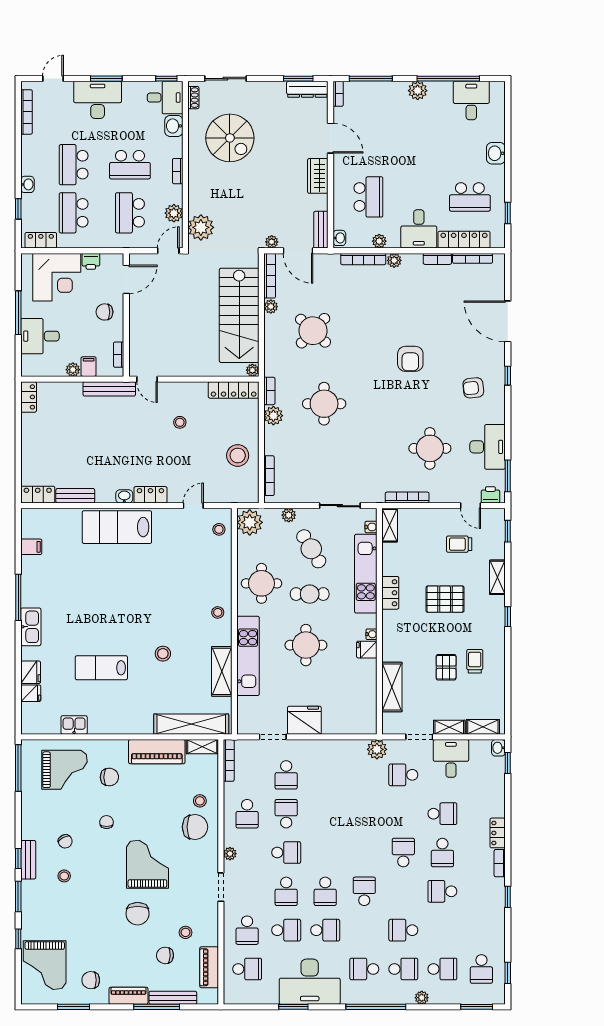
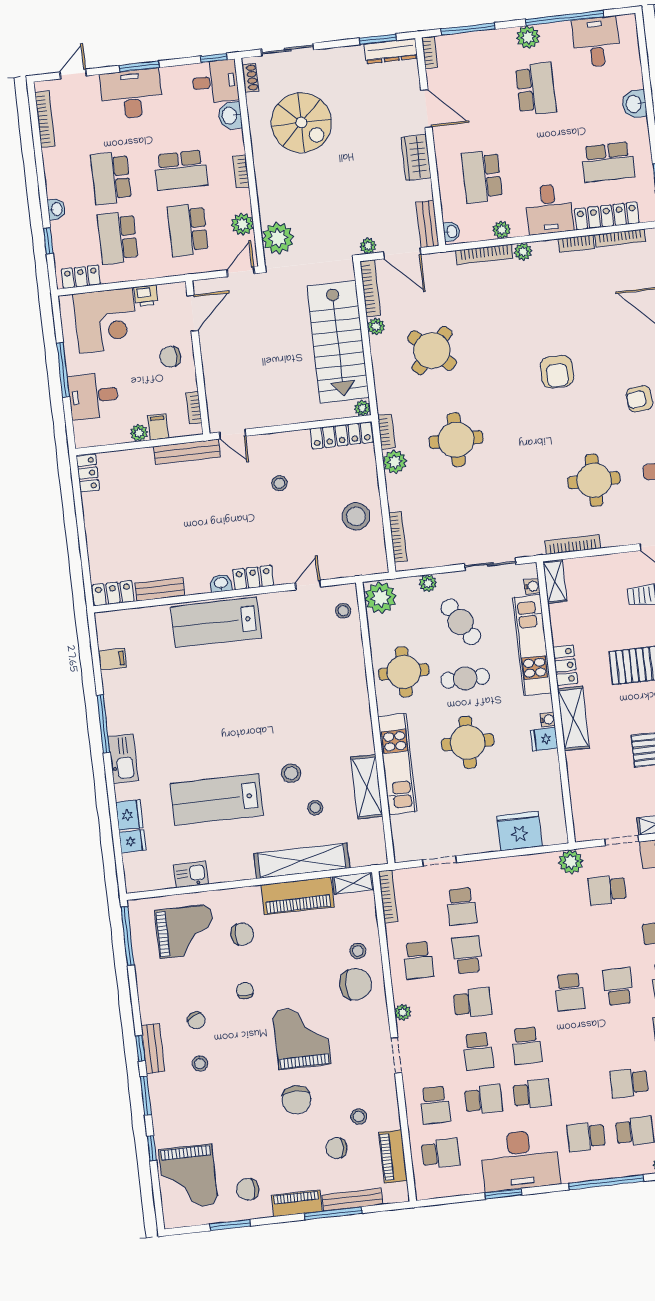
school desk: (419, 132) -> (536, 89), added
school desk: (368, 197) -> (482, 176), turned 180
stool: (218, 612) -> (315, 808), moved
lab bench: (101, 668) -> (217, 799), width x1.36, depth x1.39
shelving: (392, 687) -> (573, 718), moved
fridge: (304, 720) -> (519, 831), moved
shelving: (191, 724) -> (302, 861), moved
school desk: (364, 891) -> (570, 992), moved, turned 180

